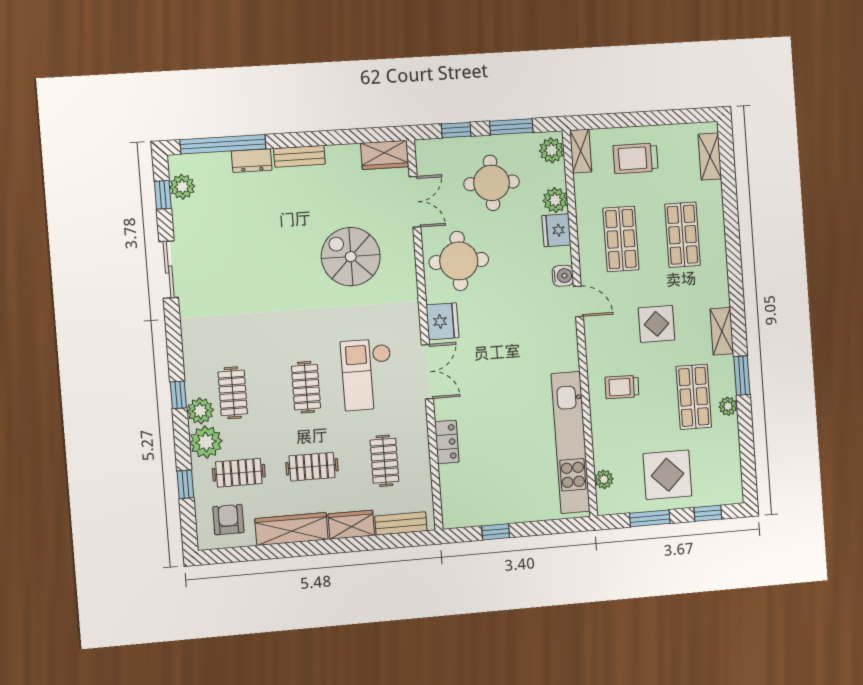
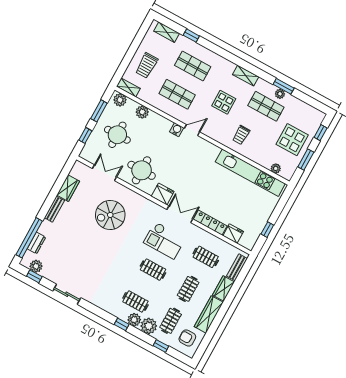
wardrobe: (385, 155) -> (68, 188), moved
dresser: (252, 161) -> (36, 243), moved
window: (730, 201) -> (191, 36), added
fridge: (556, 230) -> (233, 234), moved, turned 180
window: (742, 375) -> (284, 86), moved
locker: (447, 442) -> (210, 223), width x1.53

